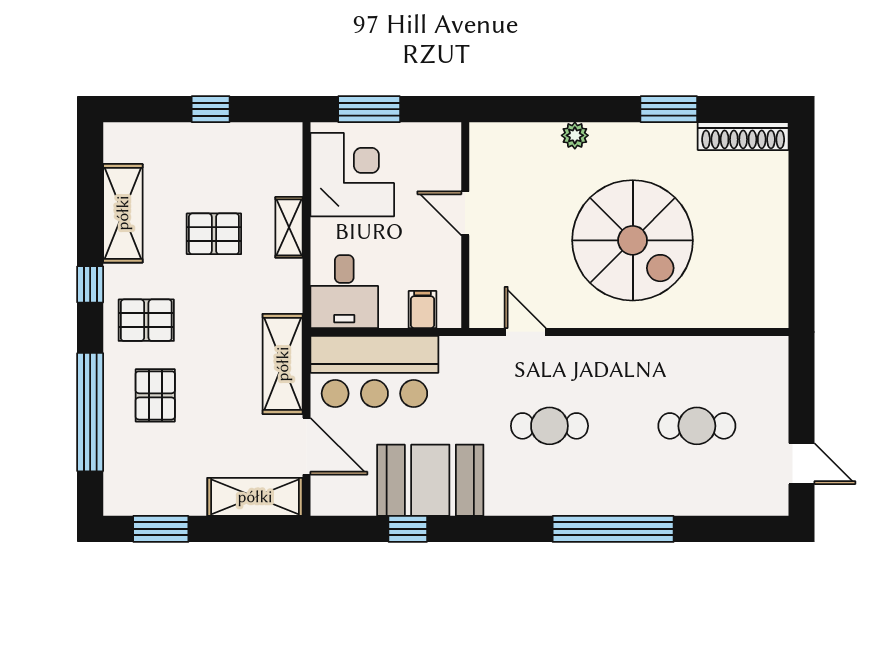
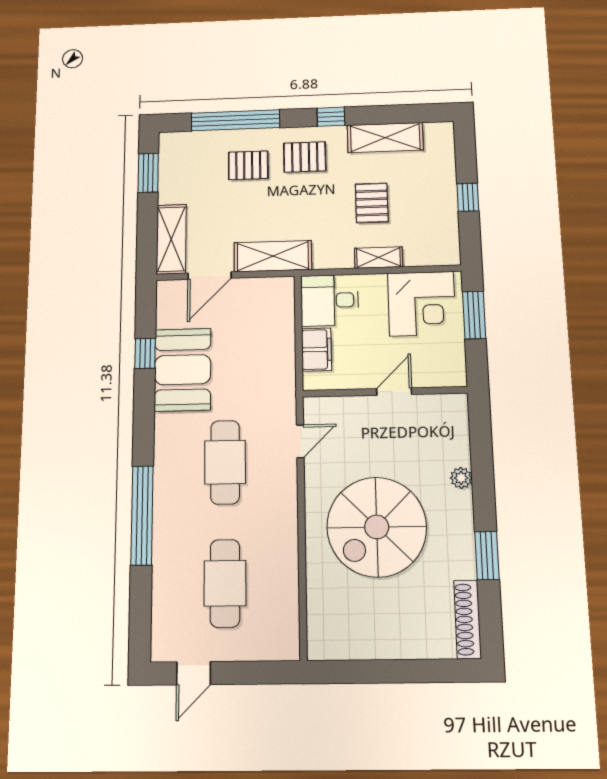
filing cabinet: (422, 310) -> (316, 349), width x2.00
pallet: (146, 320) -> (305, 157), turned 90
bar counter: (374, 371) -> (268, 325), removed
cafe table: (549, 426) -> (225, 462), width x1.37, depth x1.35
cafe table: (697, 426) -> (225, 583), width x1.37, depth x1.35

